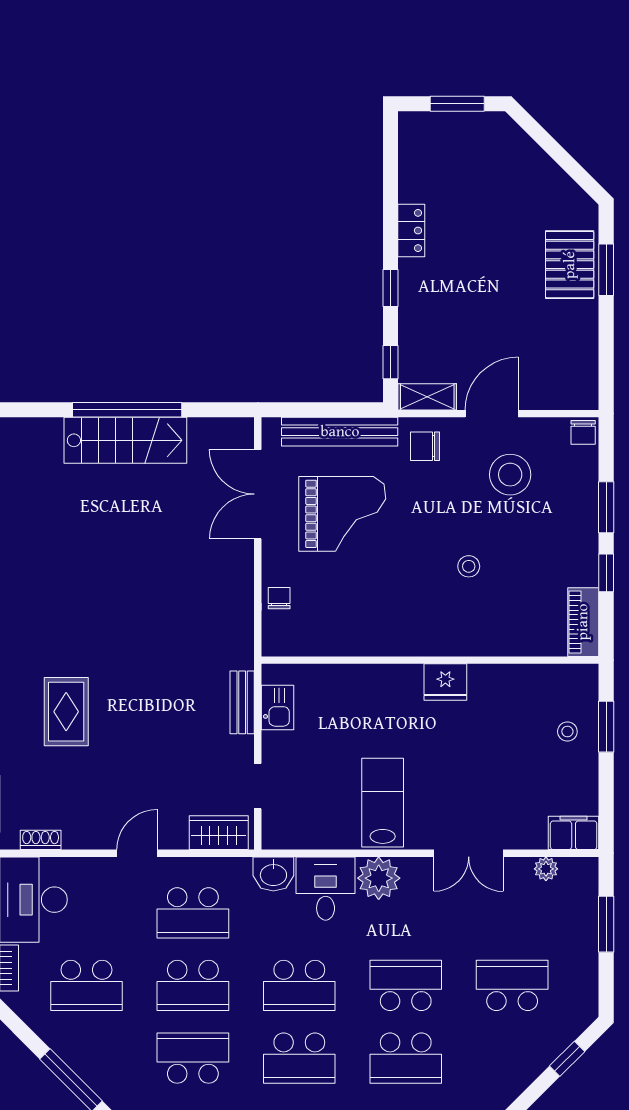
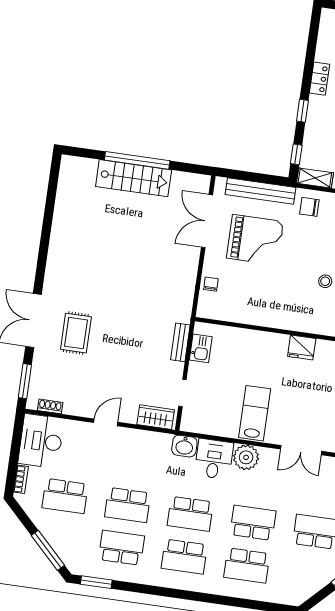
school desk: (193, 913) -> (134, 462), removed

